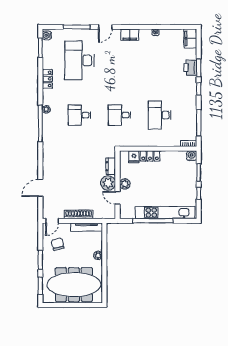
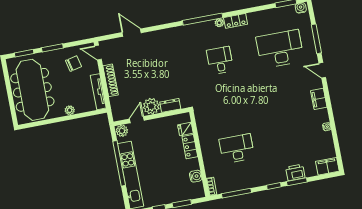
locker: (47, 79) -> (236, 21), moved
desk: (120, 115) -> (228, 105), removed
water cooler: (192, 156) -> (196, 176), moved
plant: (125, 184) -> (122, 131), moved

